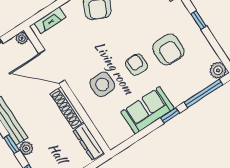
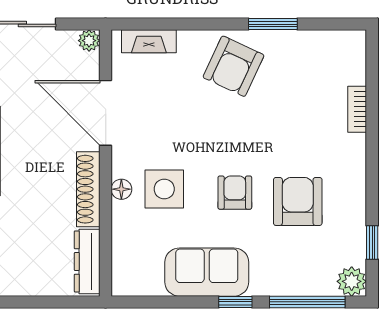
window: (199, 20) -> (372, 243), moved
armchair: (168, 49) -> (298, 201), turned 180
floor lamp: (82, 98) -> (121, 189), added

